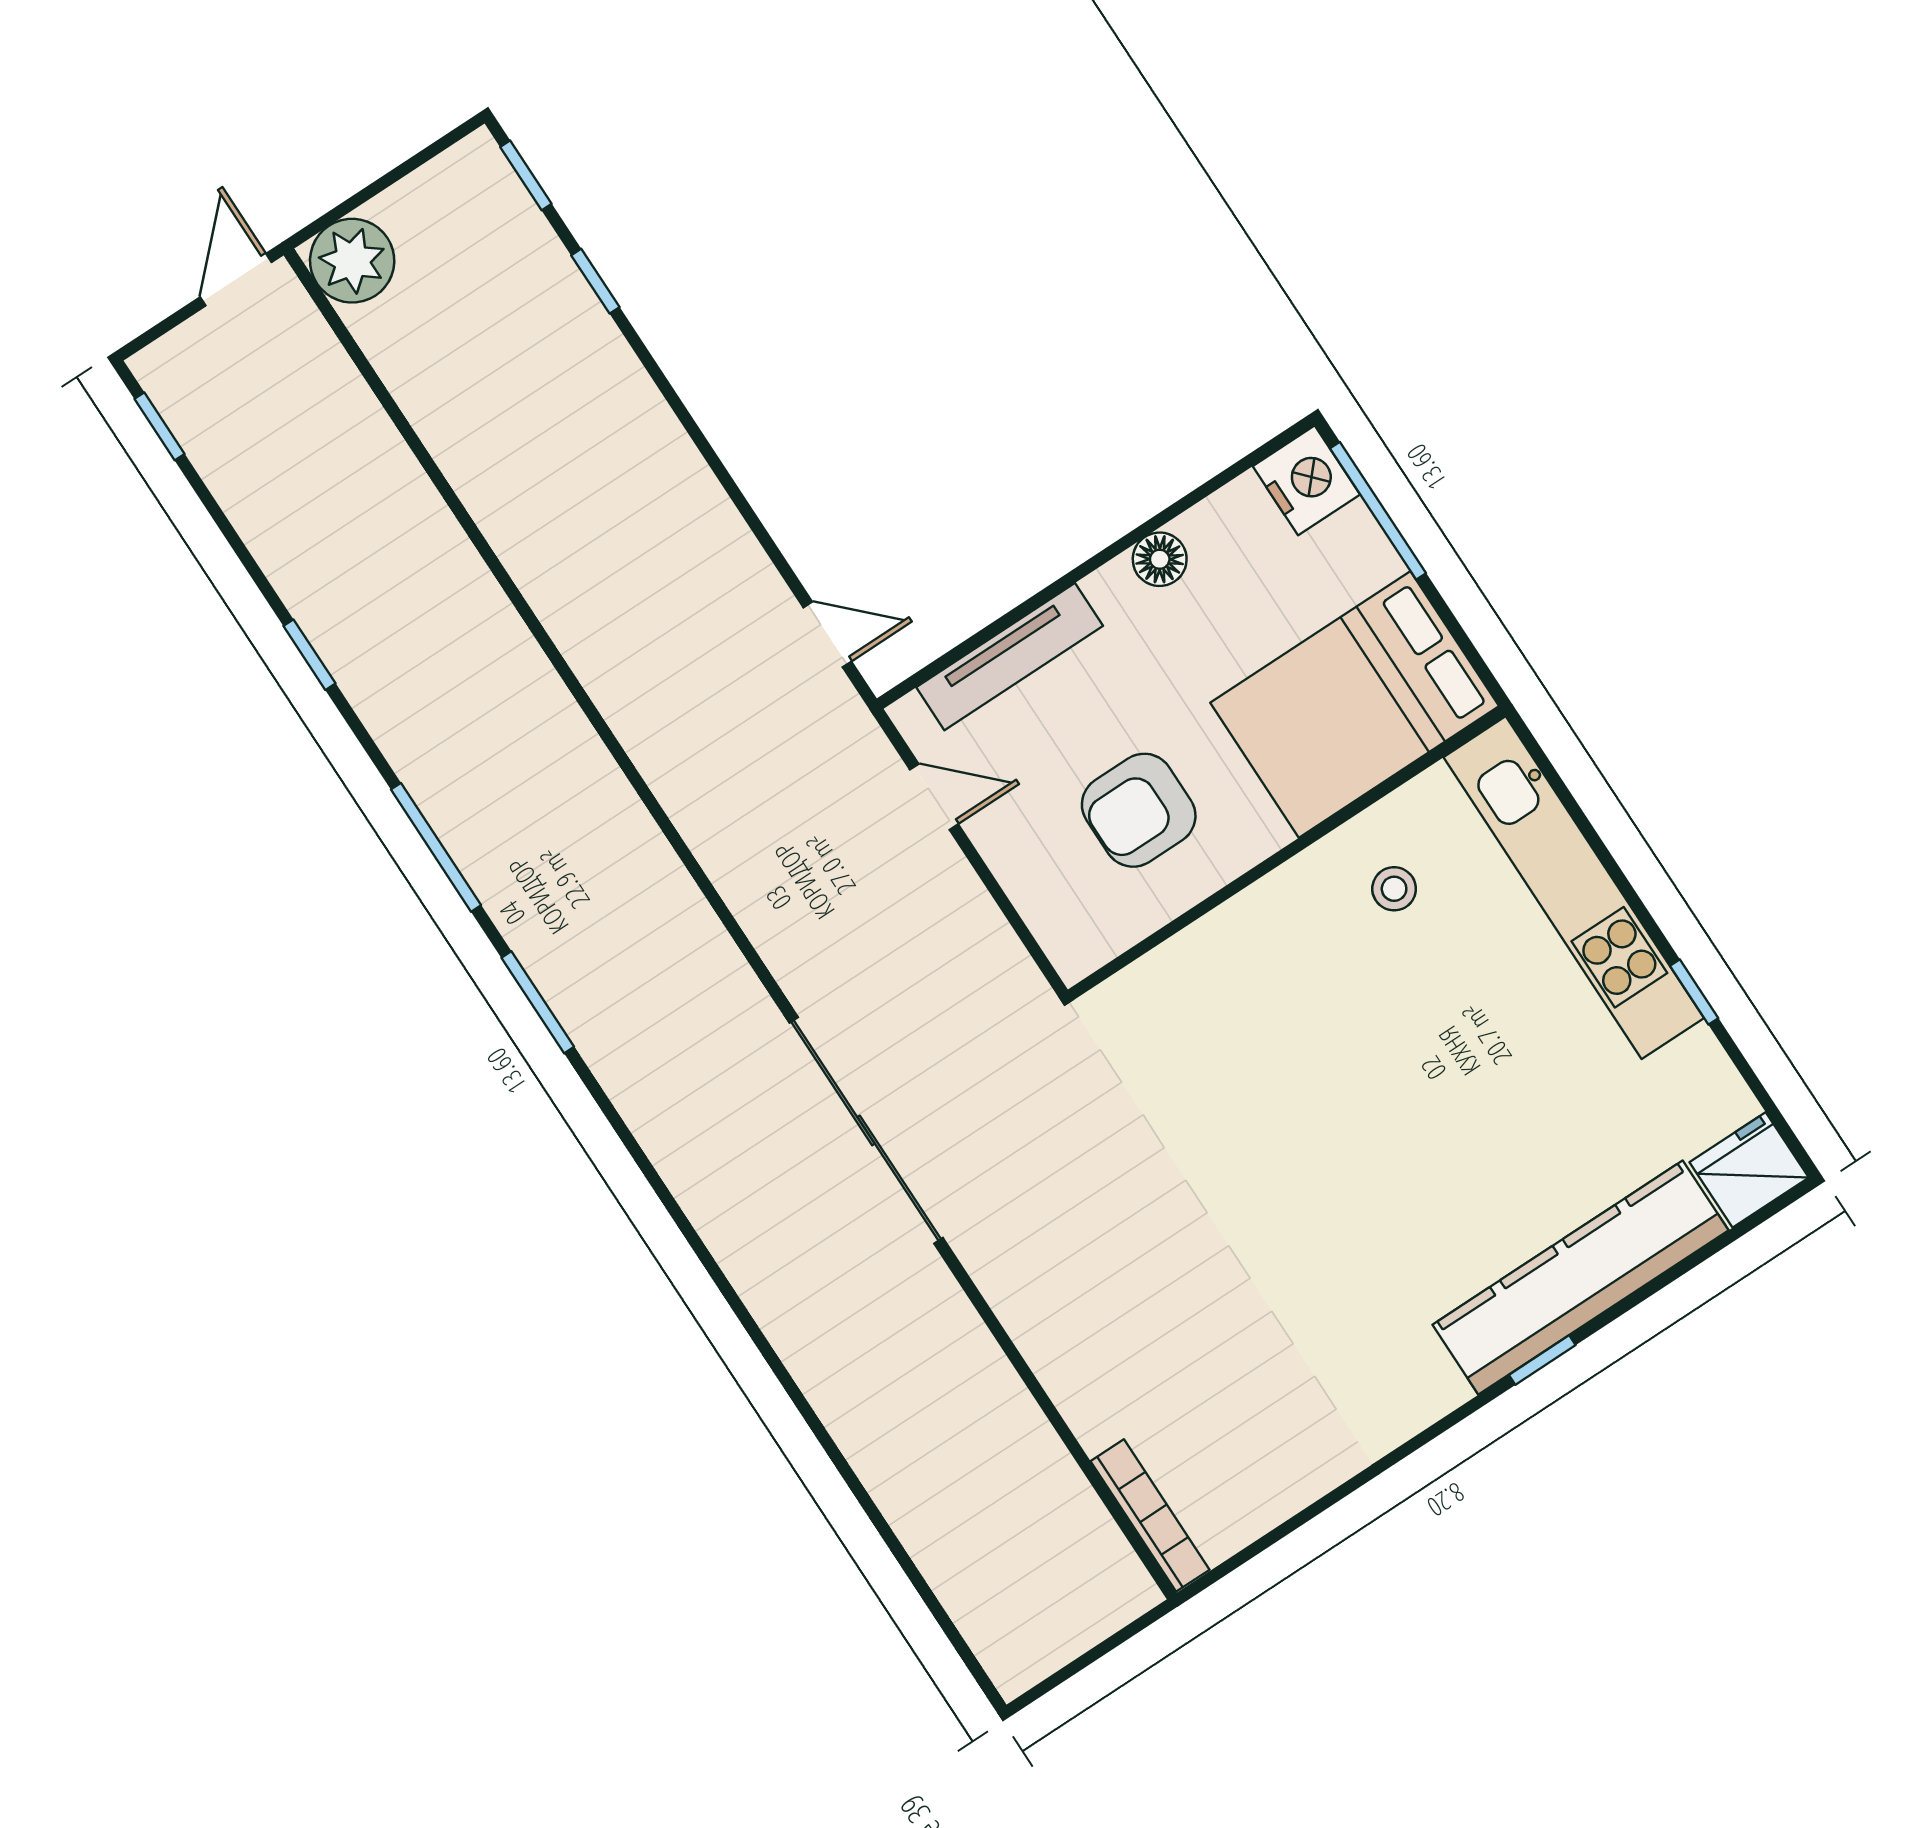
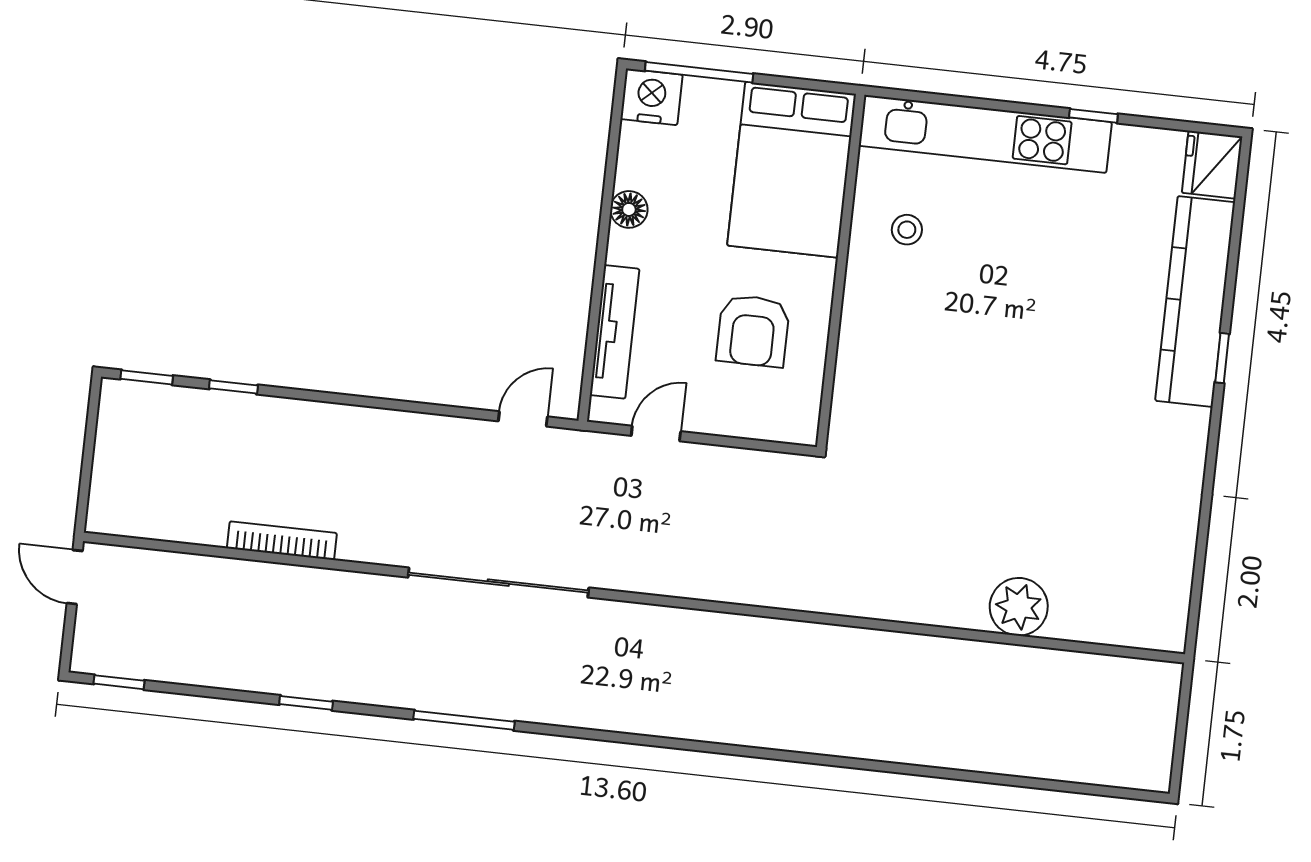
plant: (352, 261) -> (1019, 607), moved
window: (538, 1002) -> (591, 734), removed
sliding door: (866, 1130) -> (498, 583), moved
bookcase: (1150, 1515) -> (282, 541), moved

